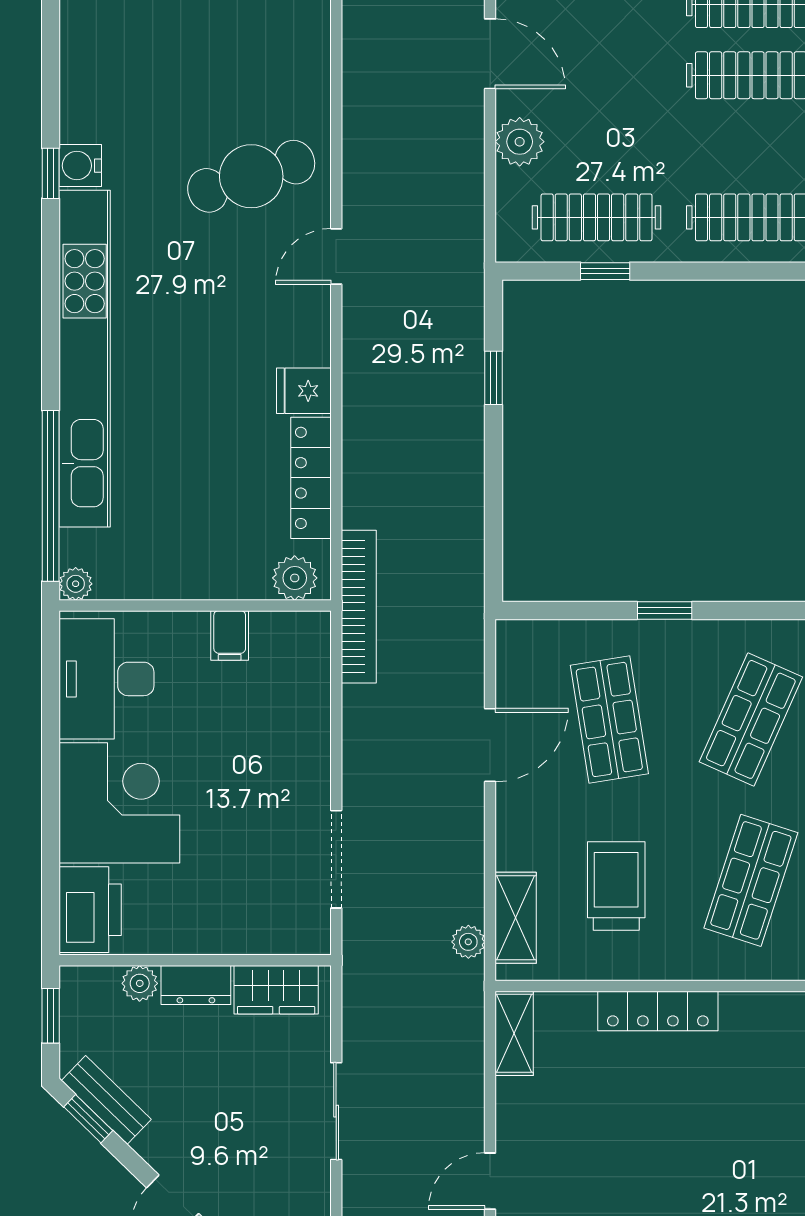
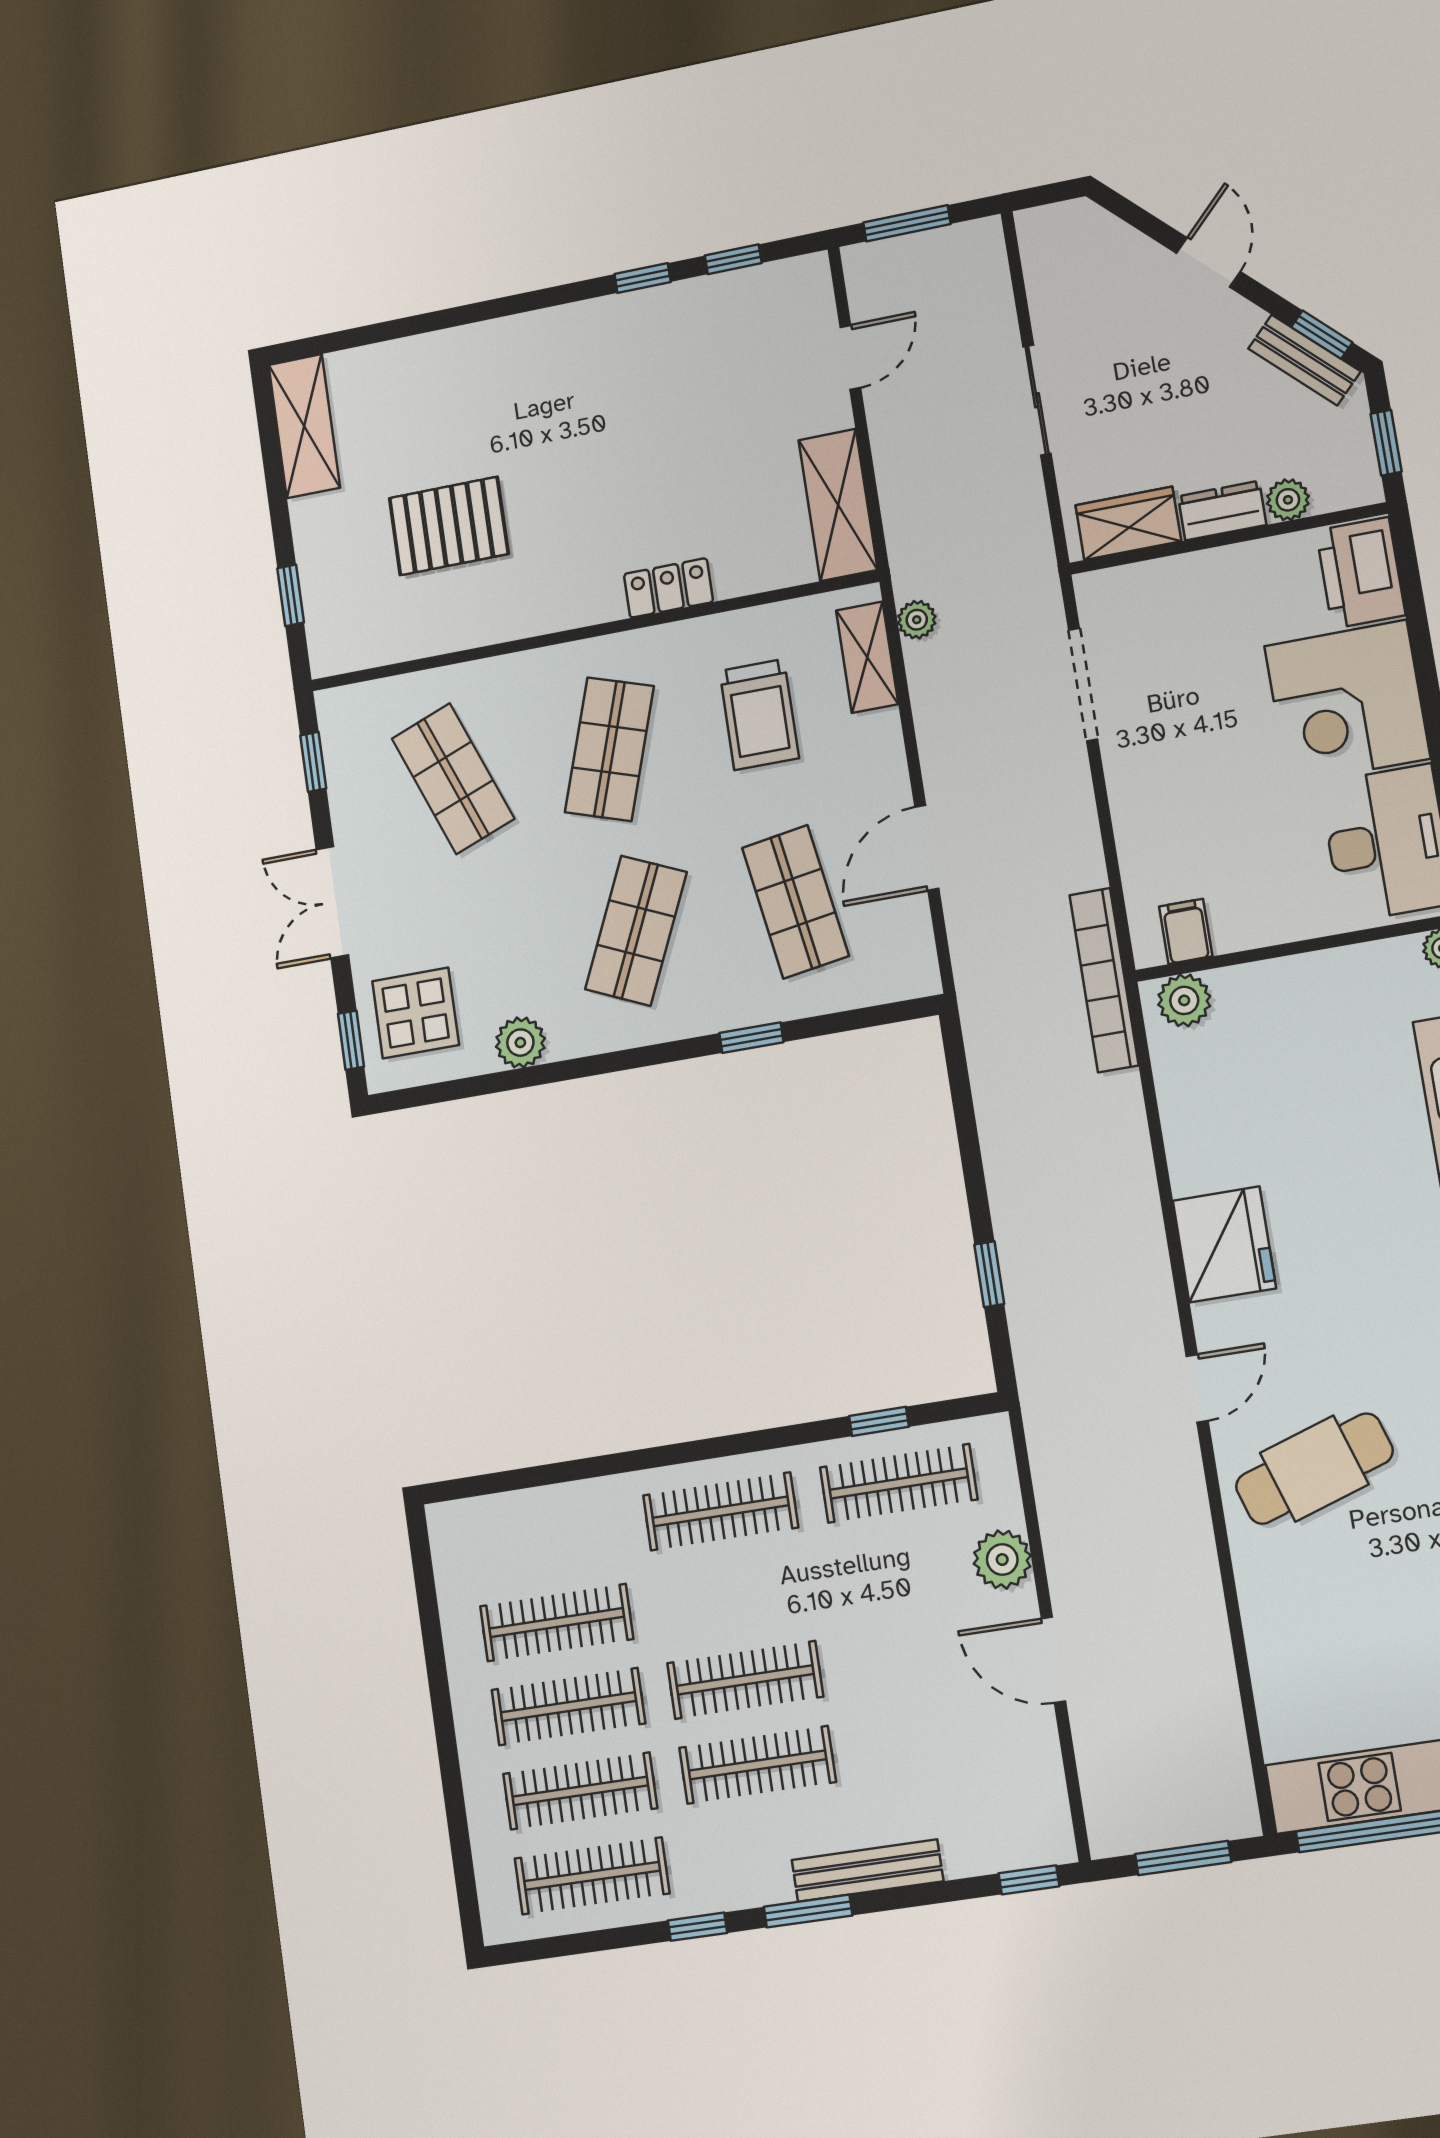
fridge: (304, 391) -> (1224, 1244), width x1.88, depth x1.34
locker: (311, 478) -> (1184, 1121), removed
filing cabinet: (230, 635) -> (1186, 931), moved
locker: (658, 1011) -> (668, 588), width x0.66
shelving: (514, 1033) -> (838, 505), width x1.50, depth x1.33

